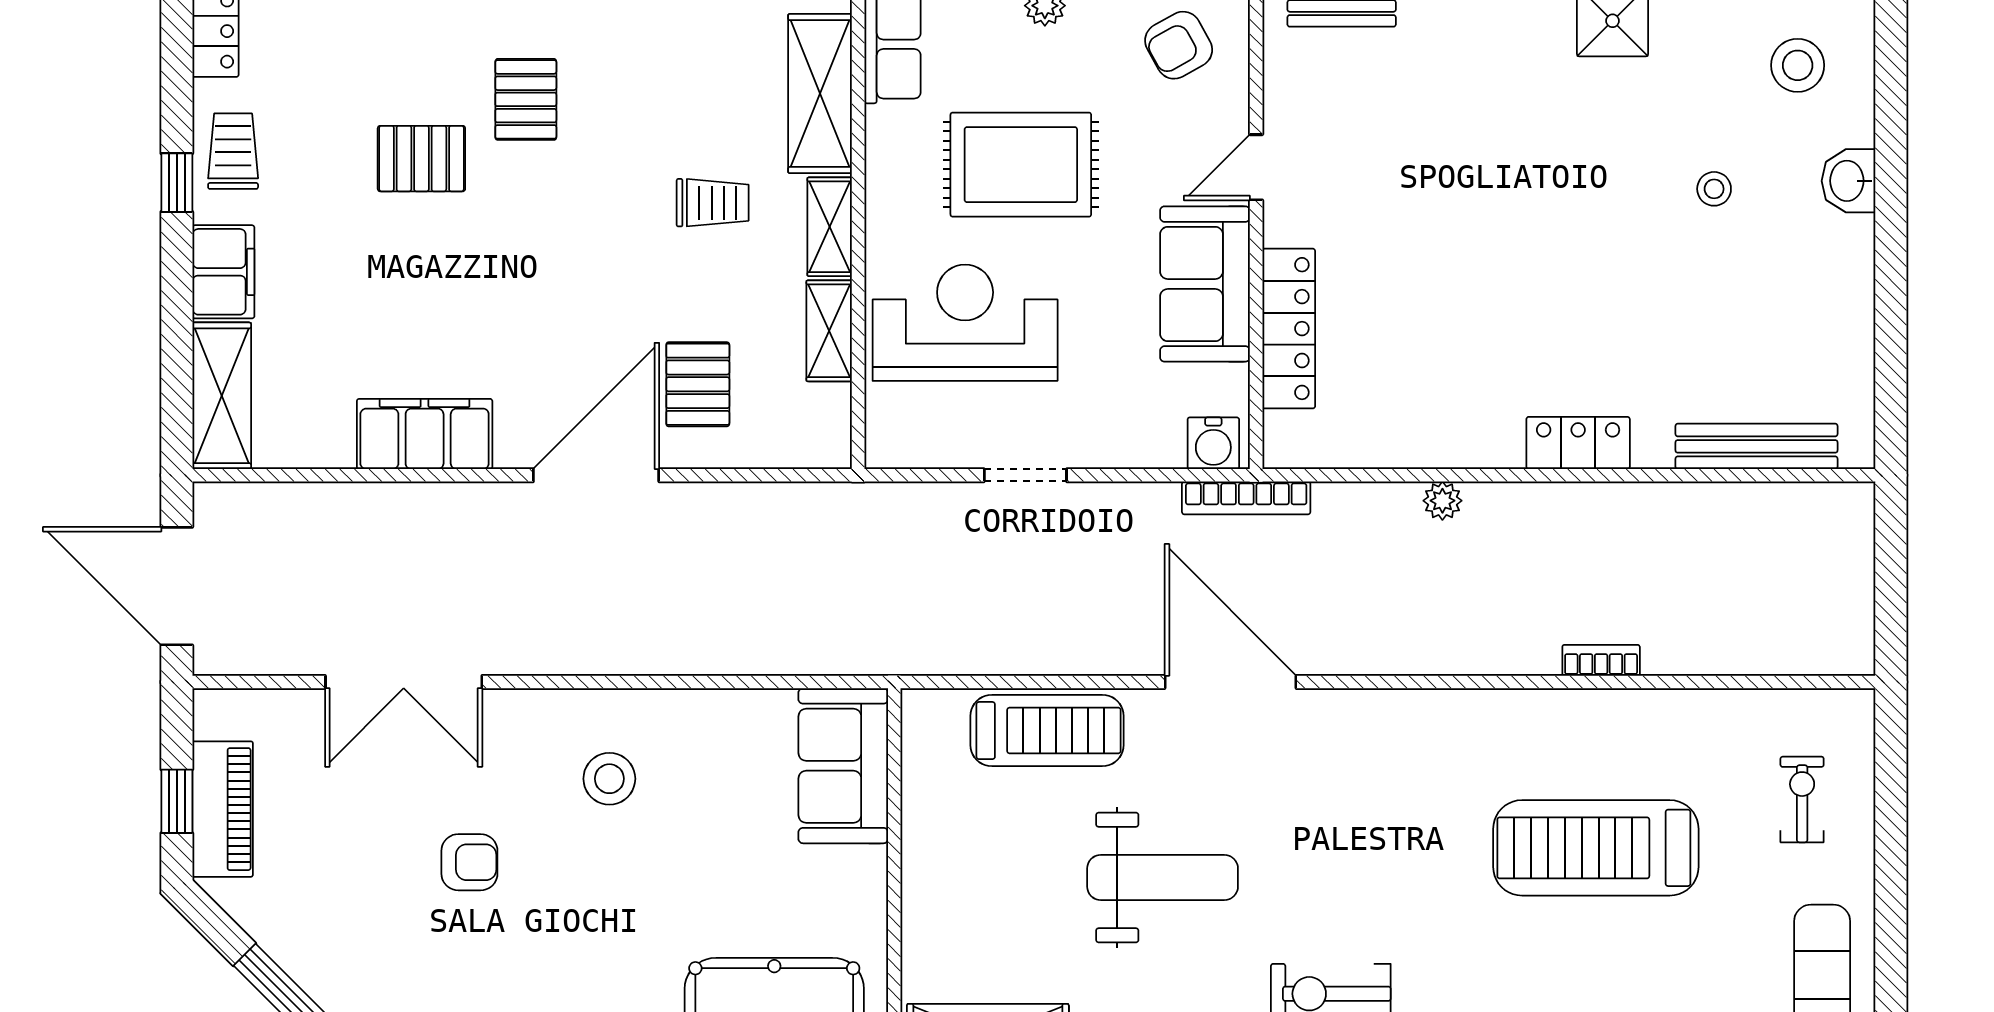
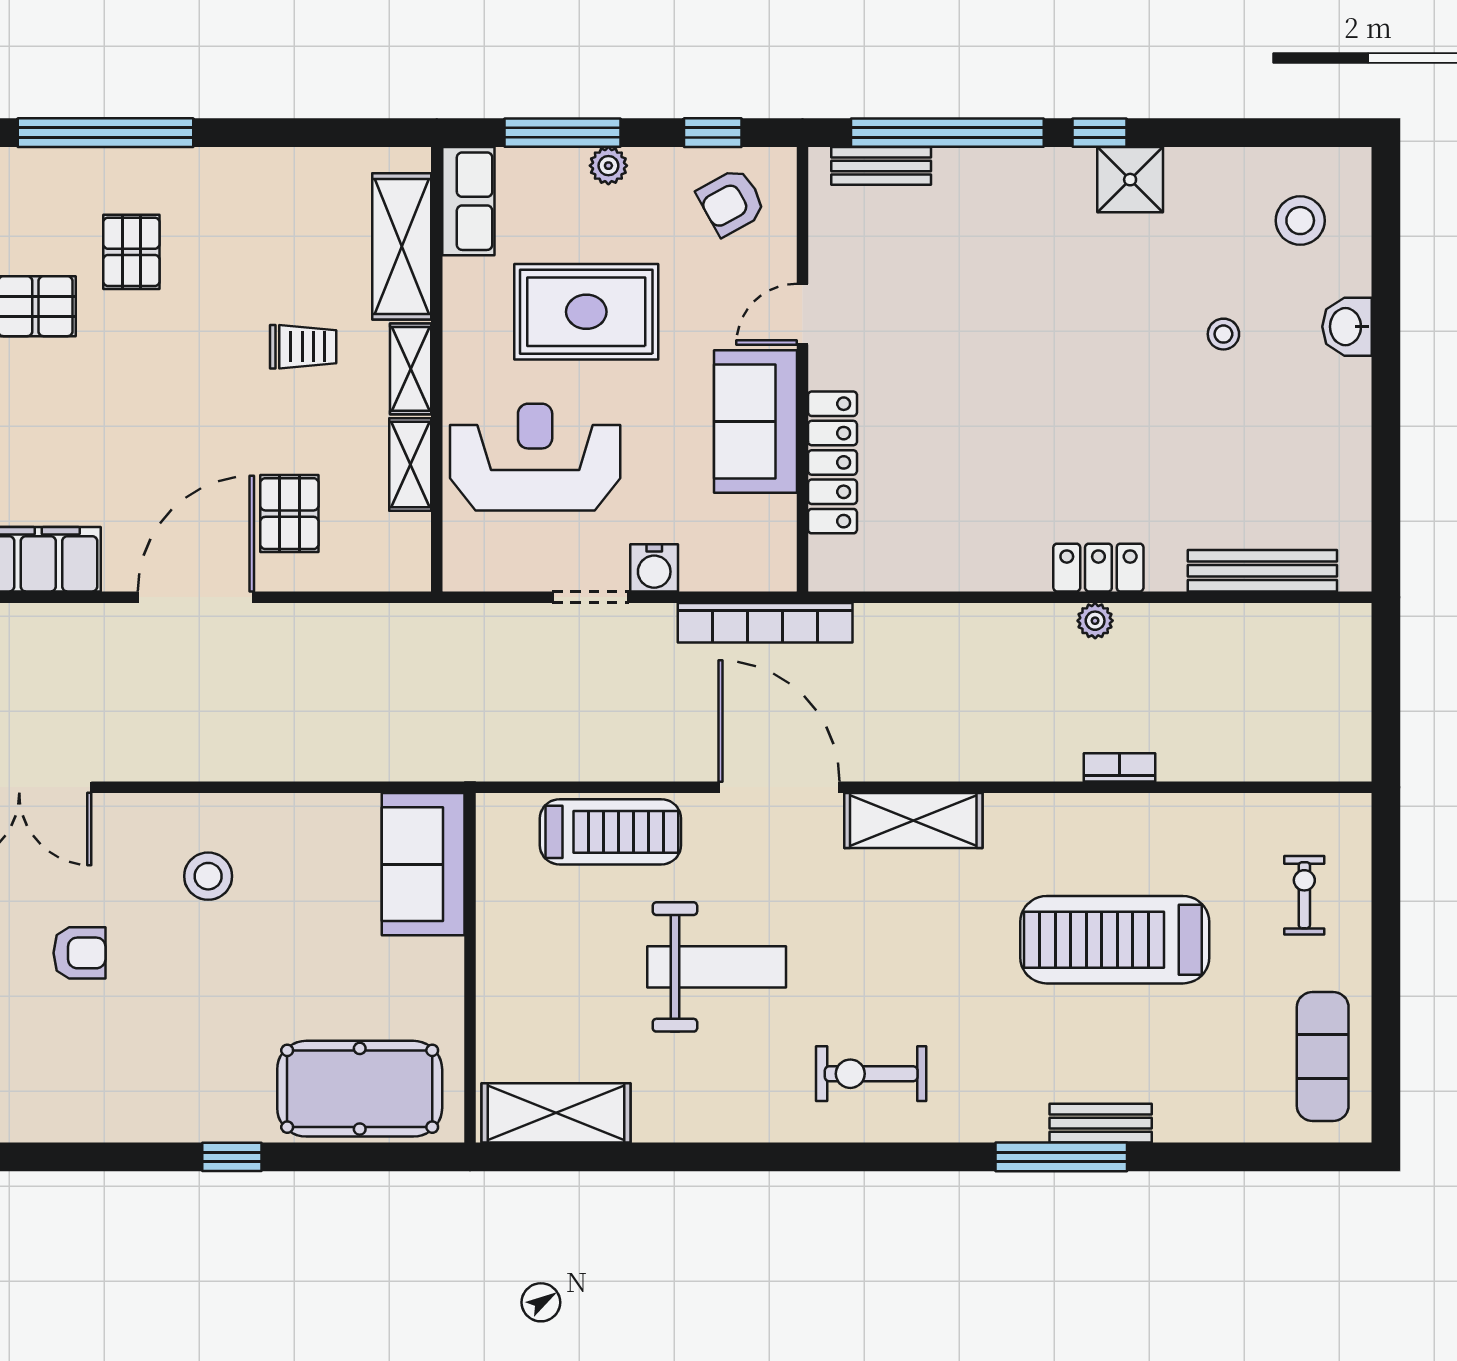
water cooler: (1213, 443) -> (654, 568), moved
bookcase: (1246, 498) -> (765, 623), width x1.48, depth x1.31
plant: (1442, 501) -> (1095, 621), moved
shelving: (1377, 718) -> (913, 821), added

